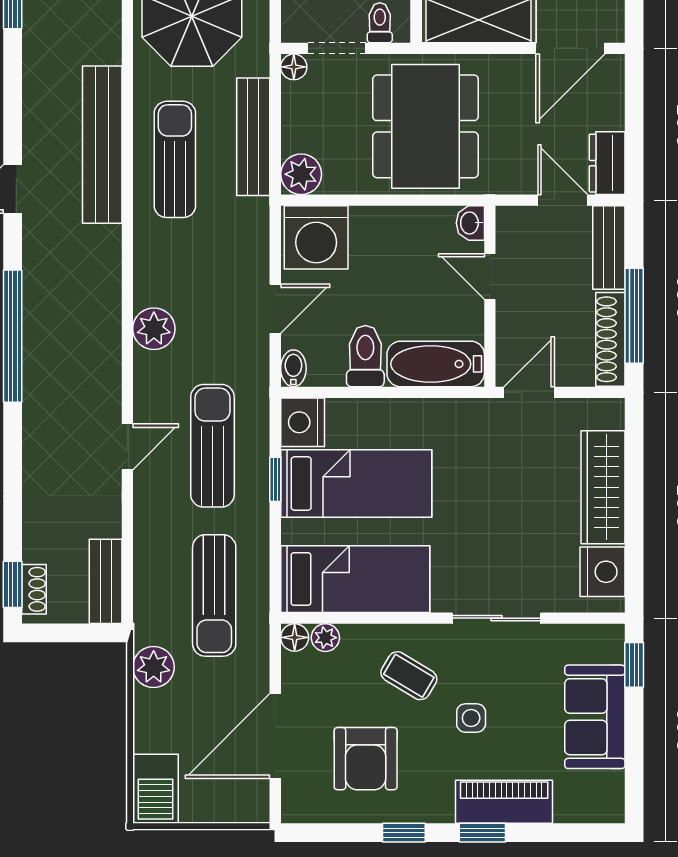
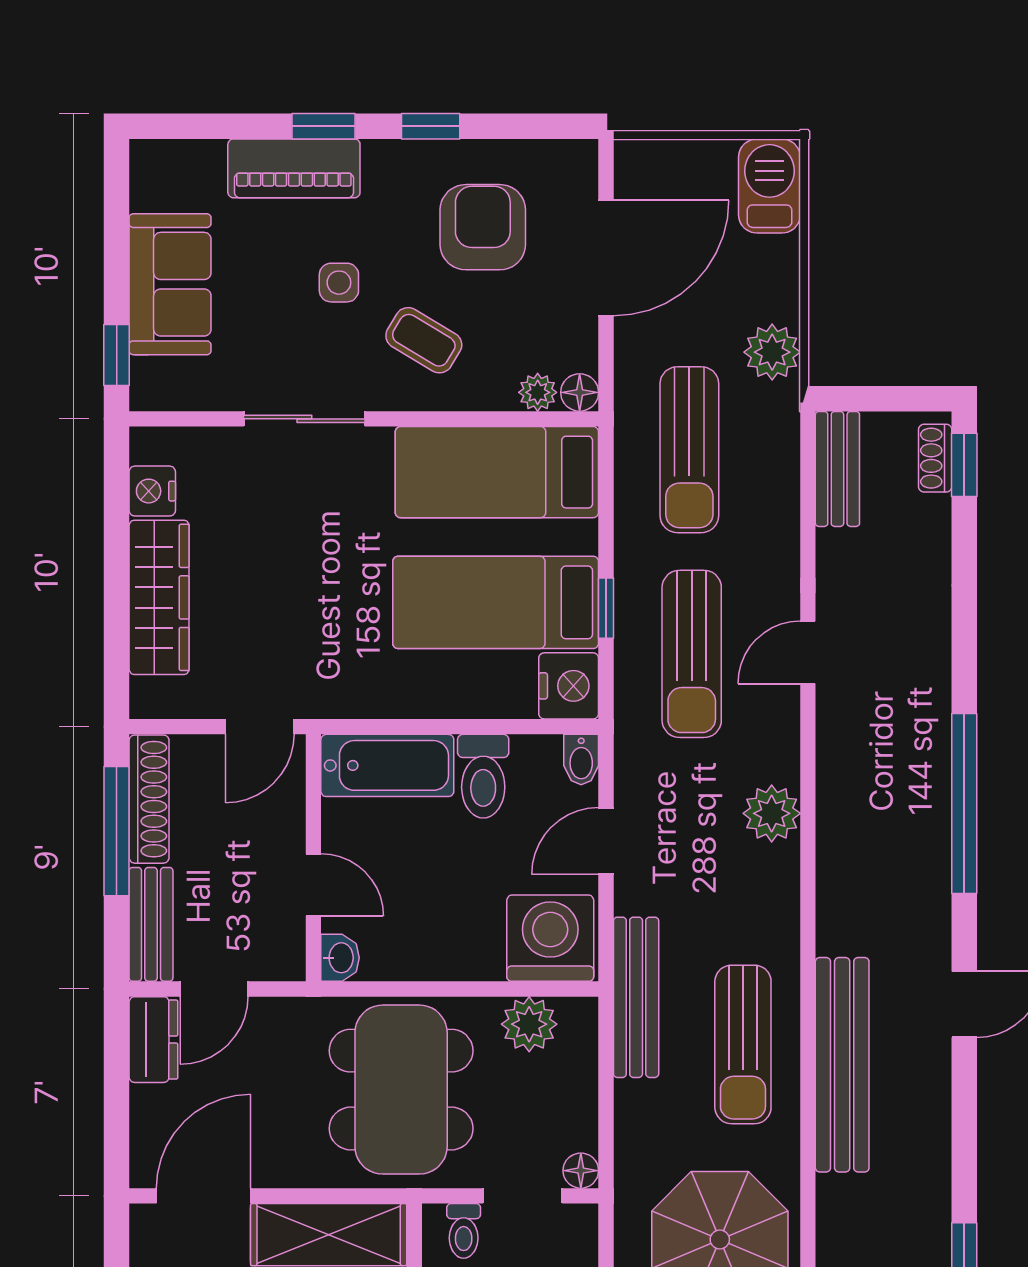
bench: (253, 137) -> (636, 997), moved
plant: (301, 174) -> (529, 1024), moved
door: (563, 200) -> (214, 989), hinge flipped
nightstand: (602, 572) -> (152, 491), width x0.74, depth x0.75
sun lounger: (214, 595) -> (689, 450), turned 180

